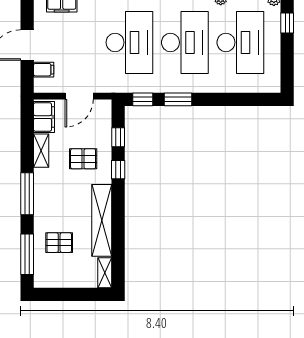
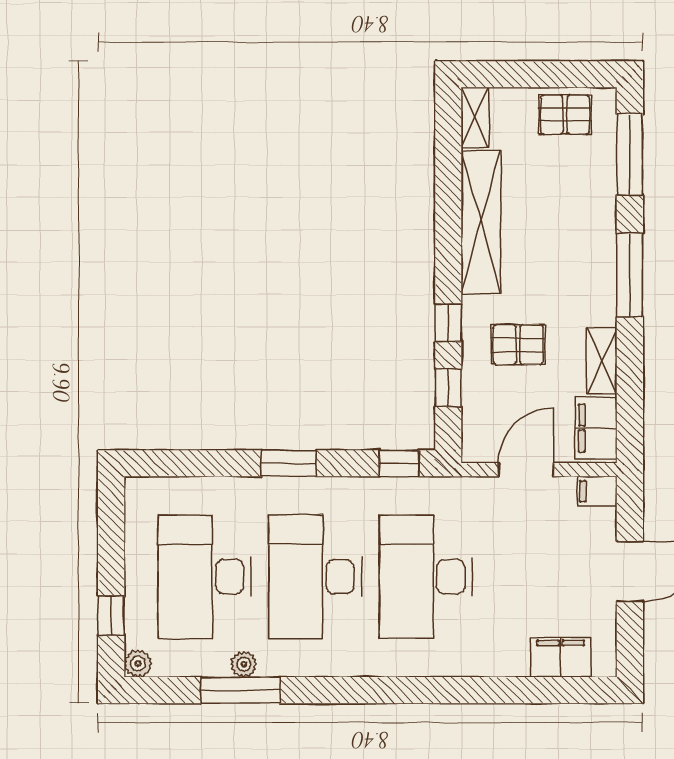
filing cabinet: (44, 70) -> (597, 491), moved
window: (178, 99) -> (289, 463), moved
pallet: (59, 243) -> (565, 115), moved

